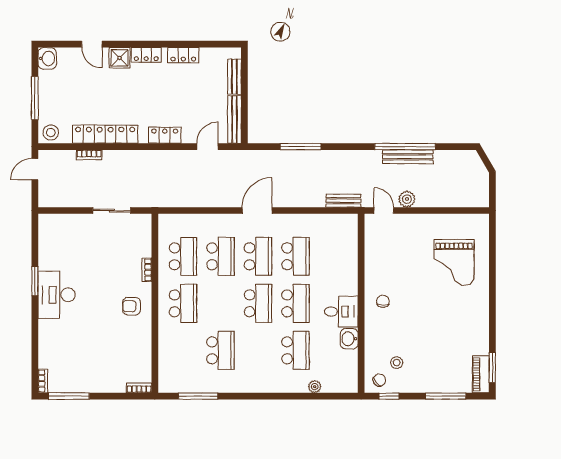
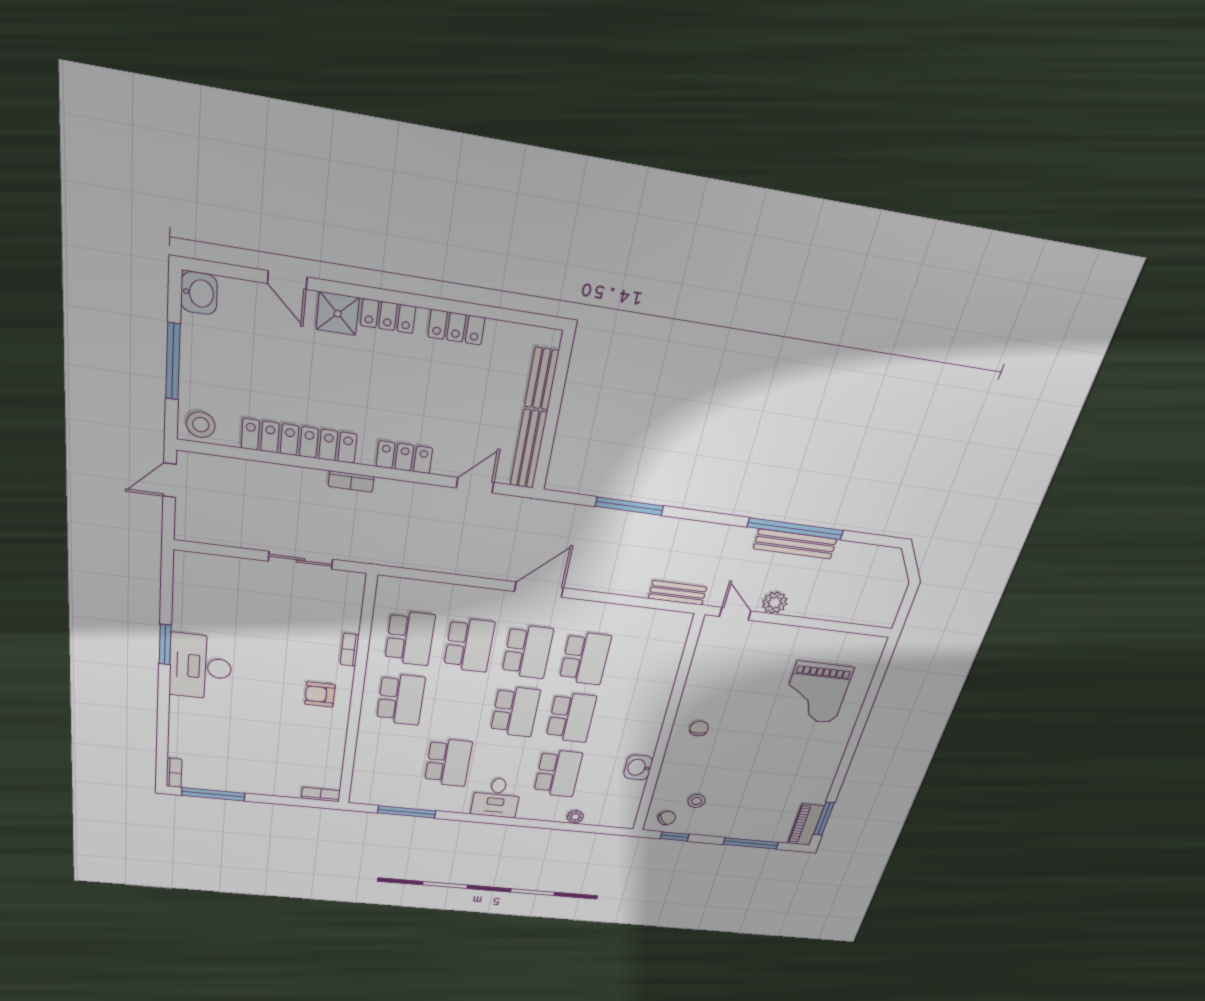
bookcase: (89, 155) -> (351, 482), moved
desk: (341, 312) -> (496, 797), moved, turned 90

